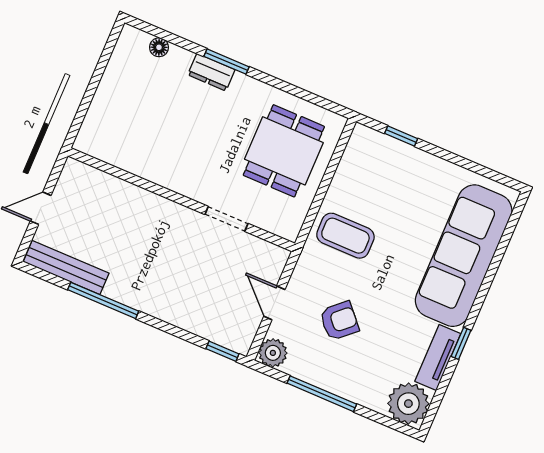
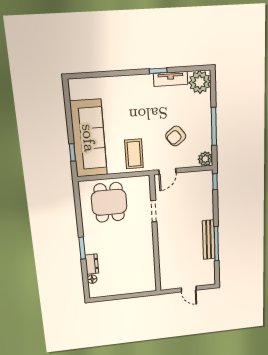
dresser: (211, 72) -> (92, 264), moved
dining table: (284, 151) -> (109, 202), turned 90
sofa: (464, 256) -> (89, 138), moved, turned -90
bench: (66, 267) -> (209, 240), moved
door: (274, 303) -> (167, 171), moved
armchair: (339, 321) -> (176, 136), turned -86

